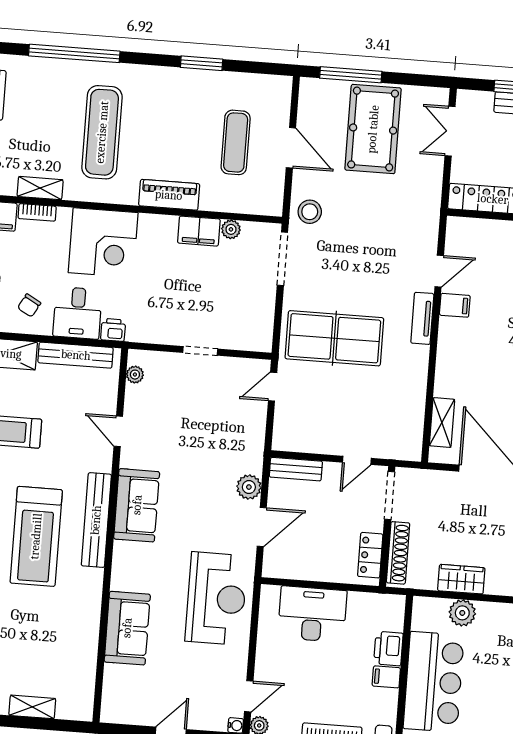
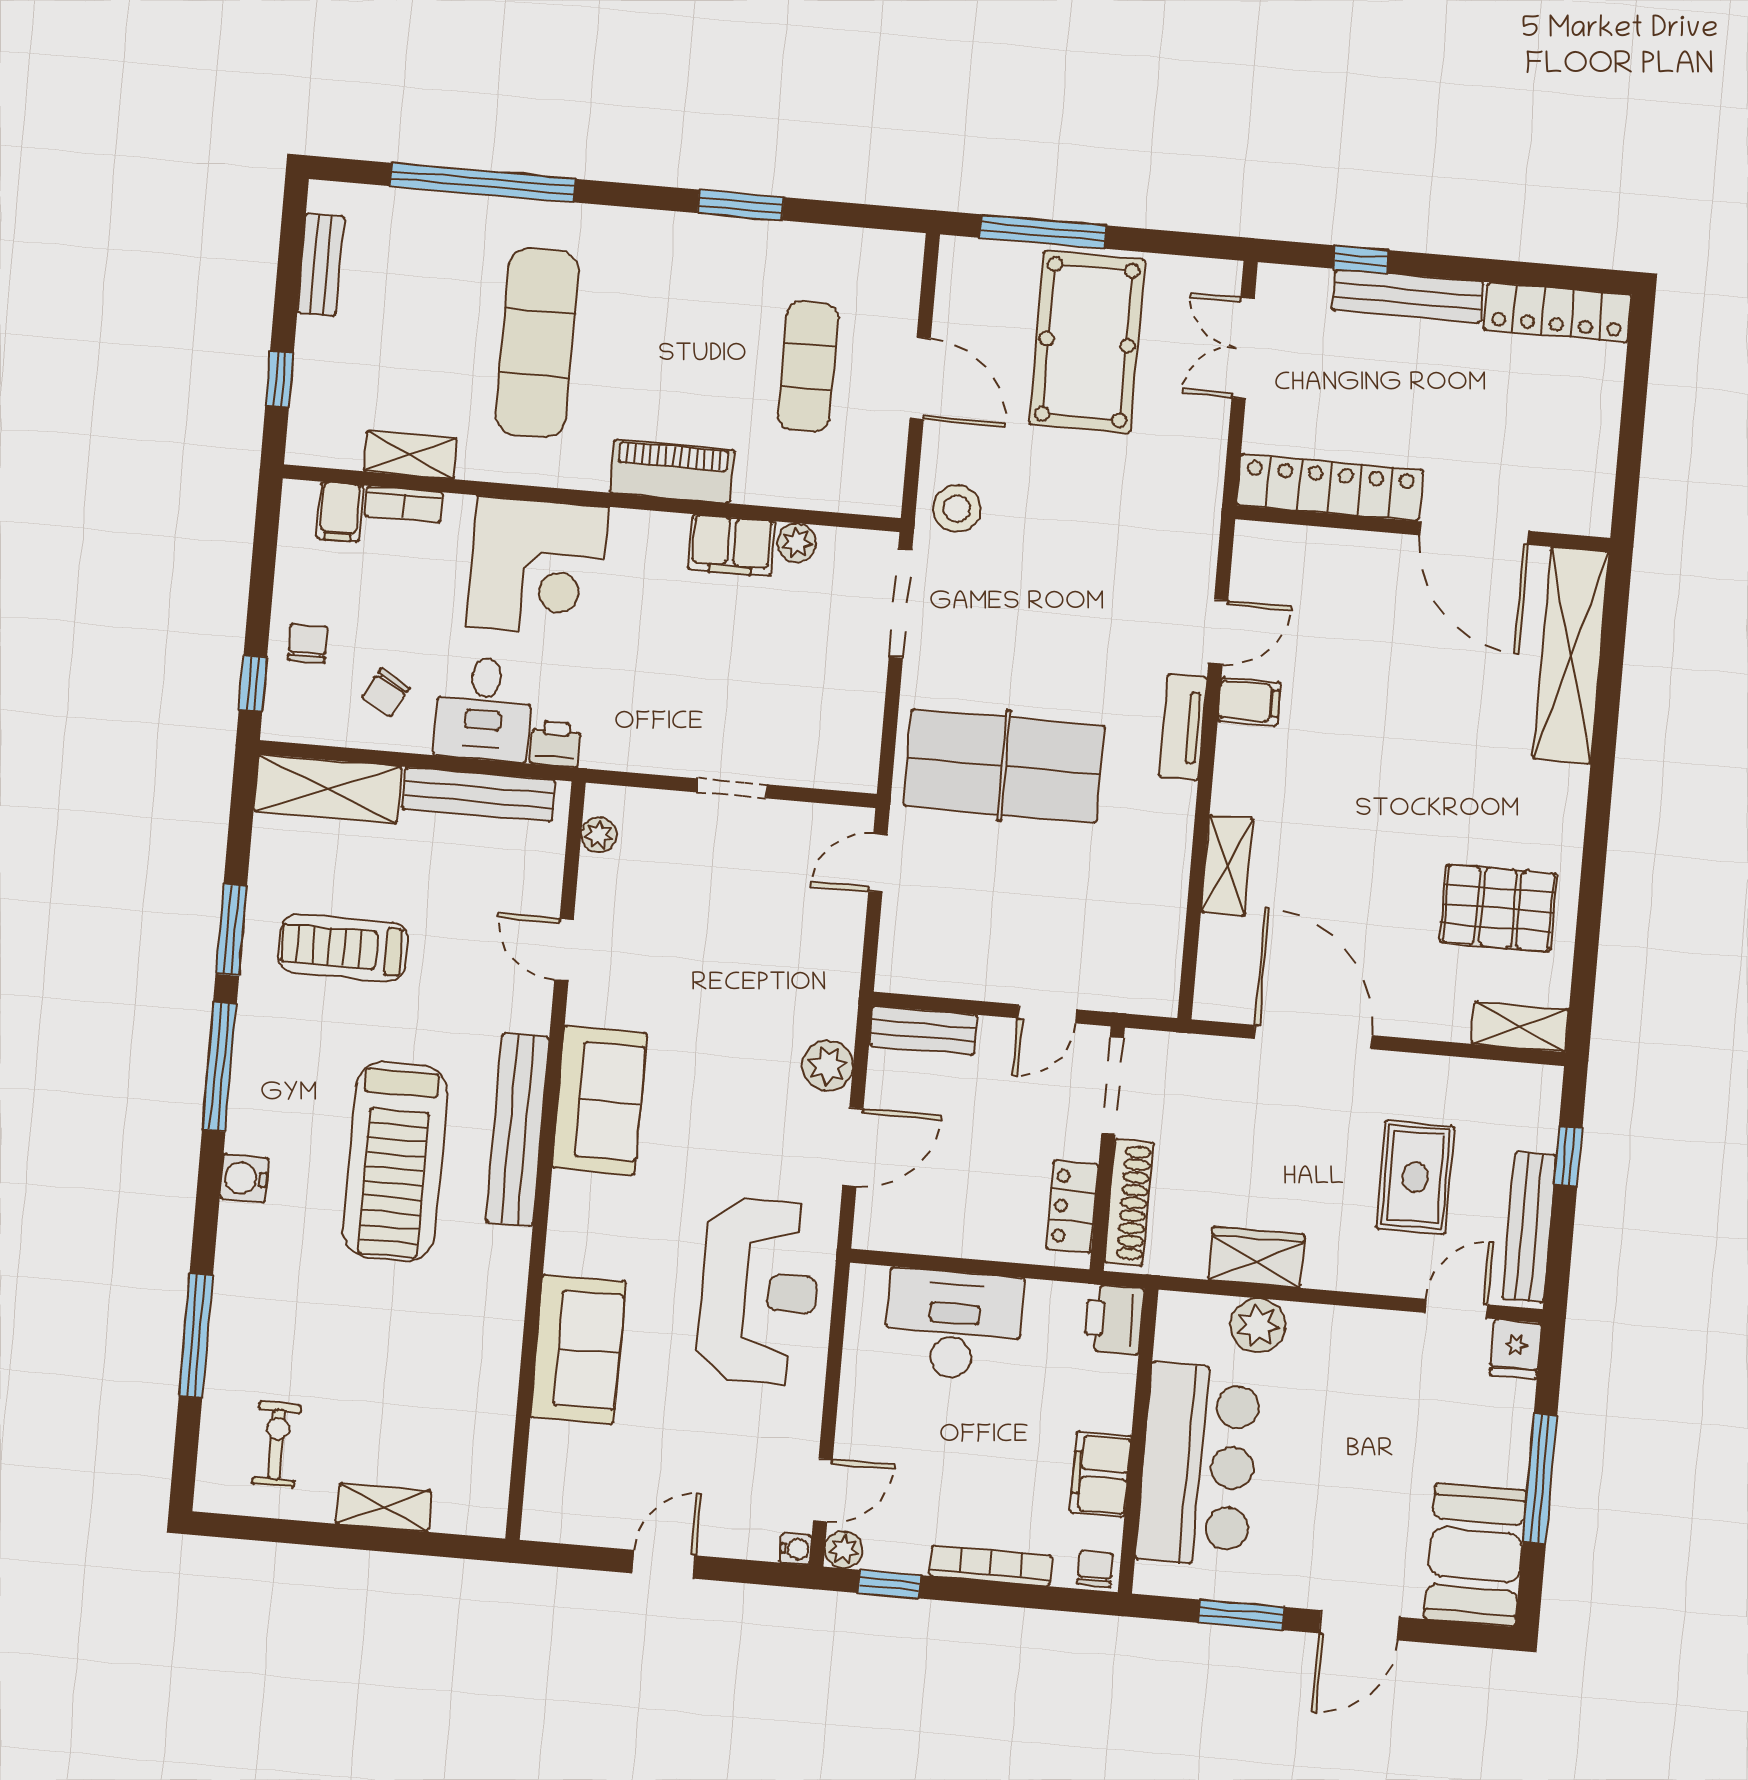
shelving: (442, 423) -> (1227, 865), moved
printer: (388, 649) -> (1114, 1319), moved
filing cabinet: (386, 677) -> (1101, 1474), width x2.00

